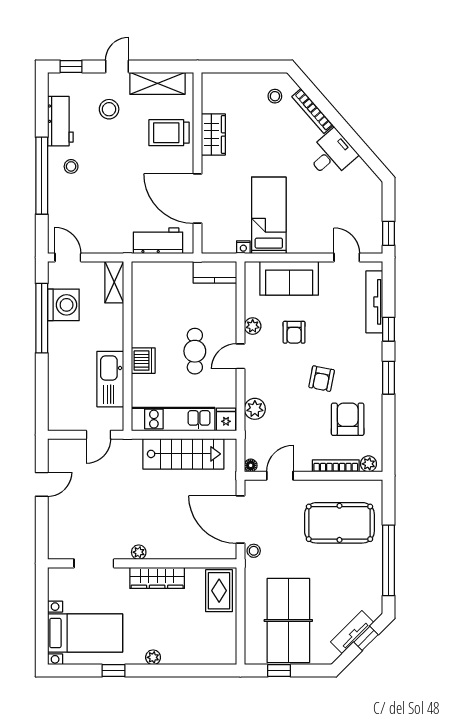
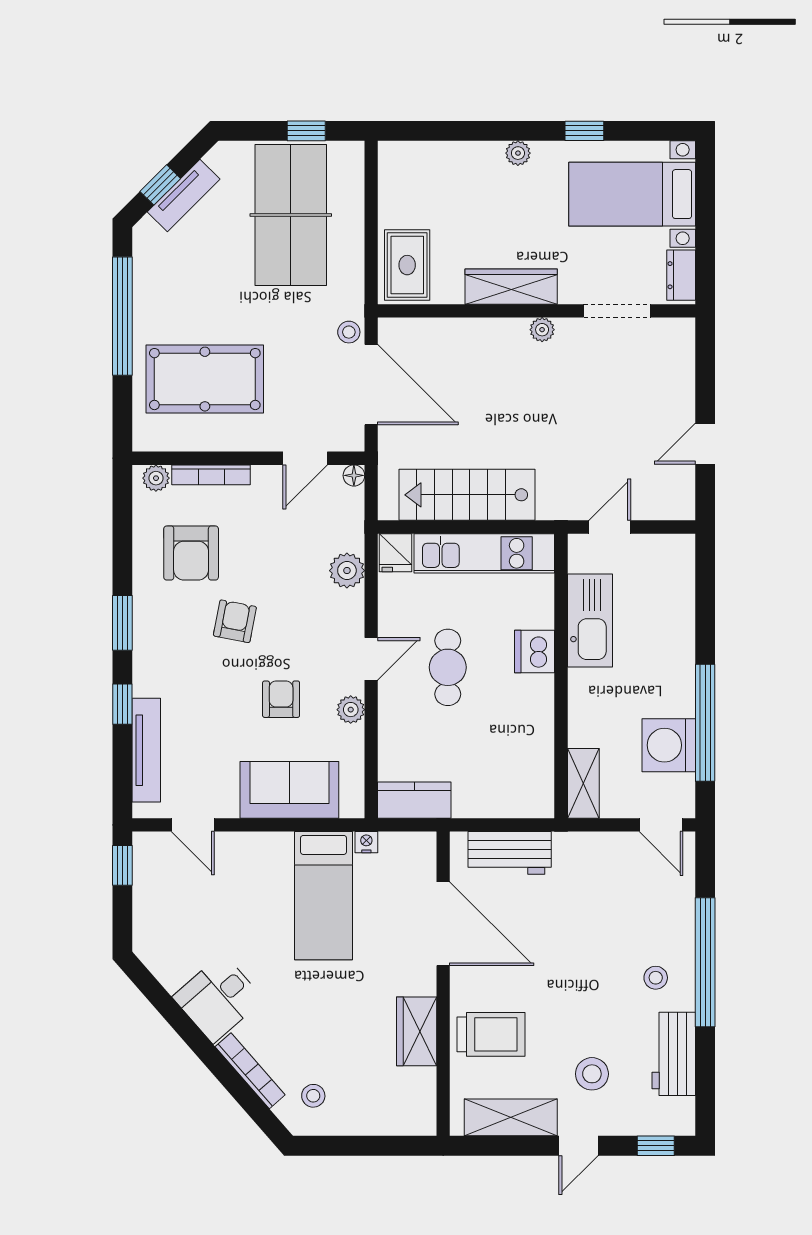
dresser: (56, 585) -> (681, 275), added

